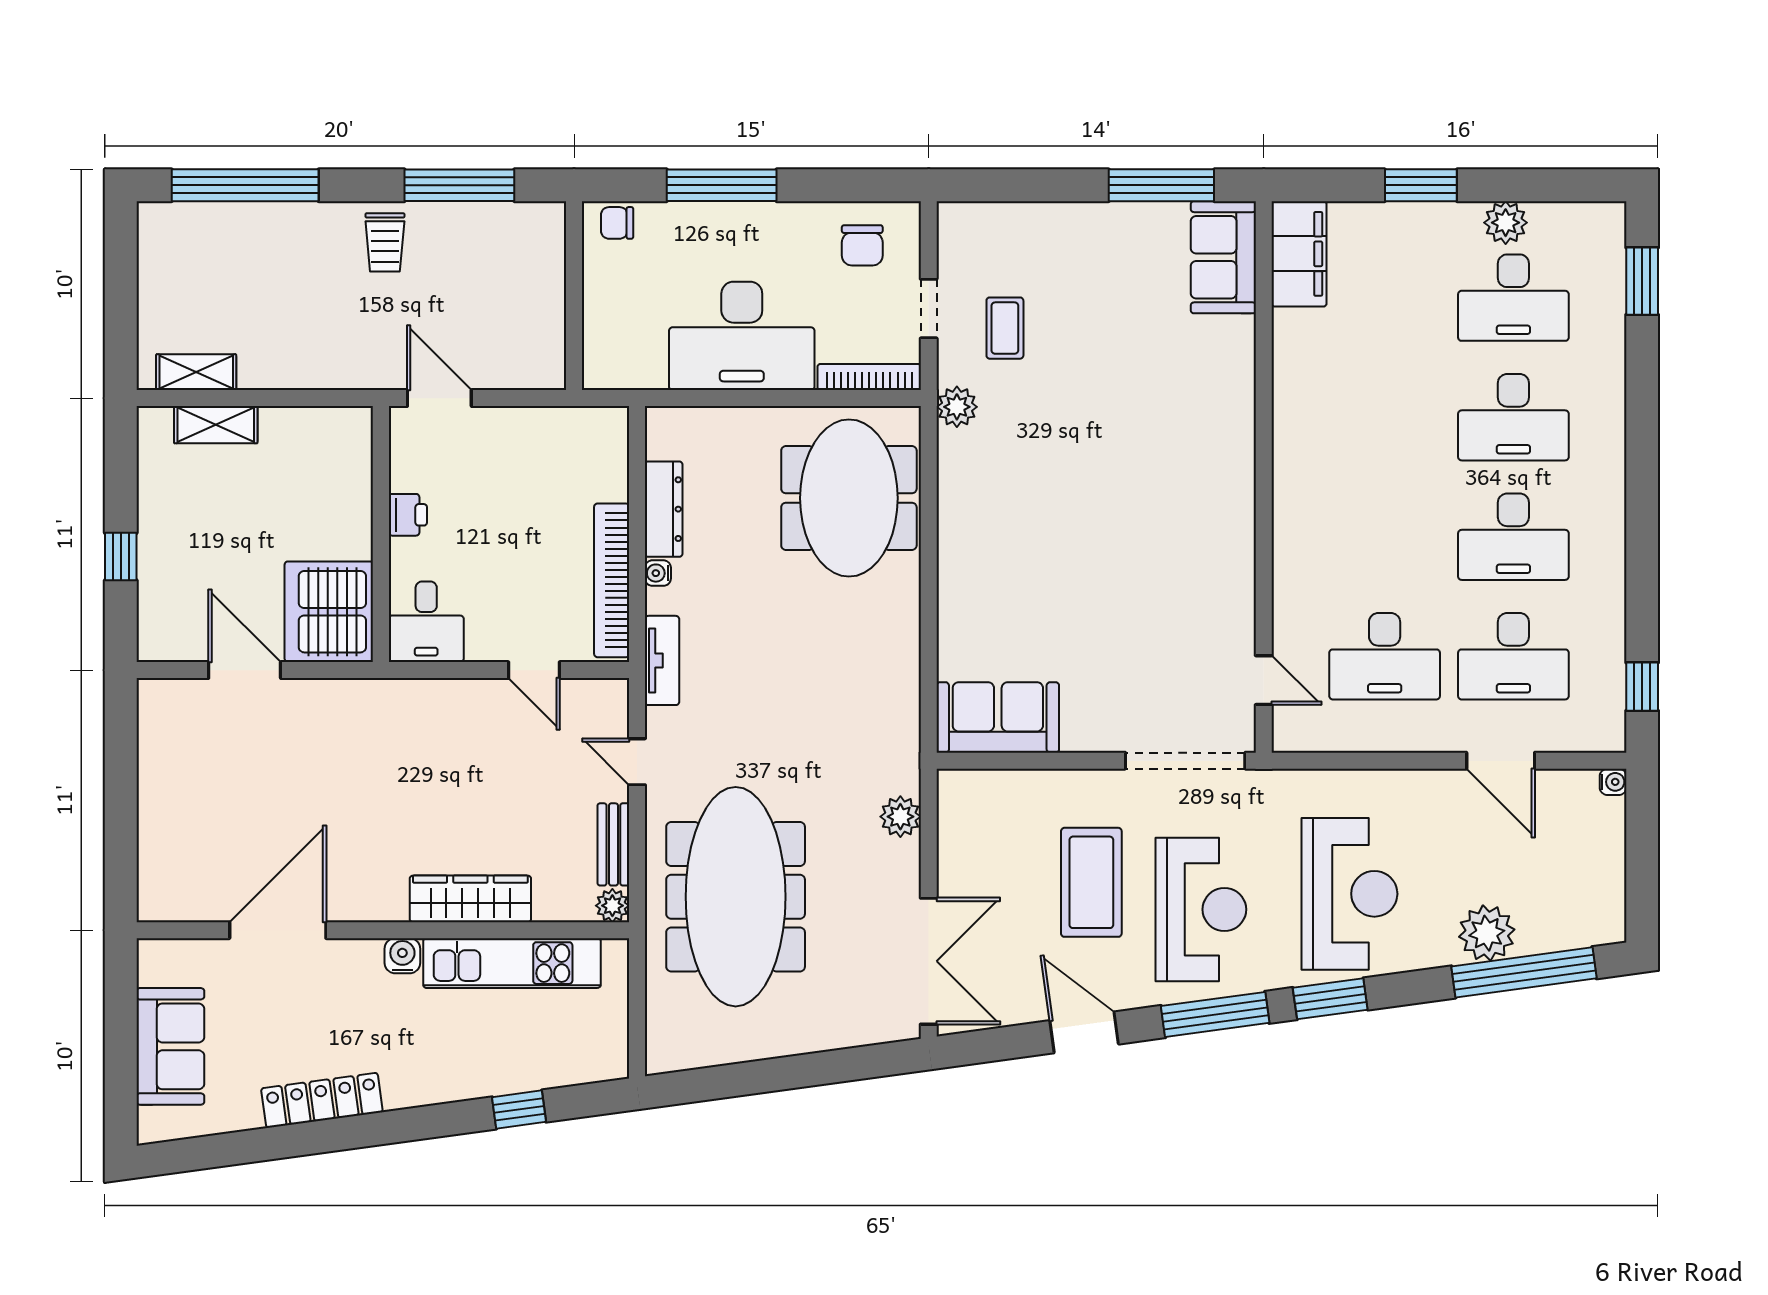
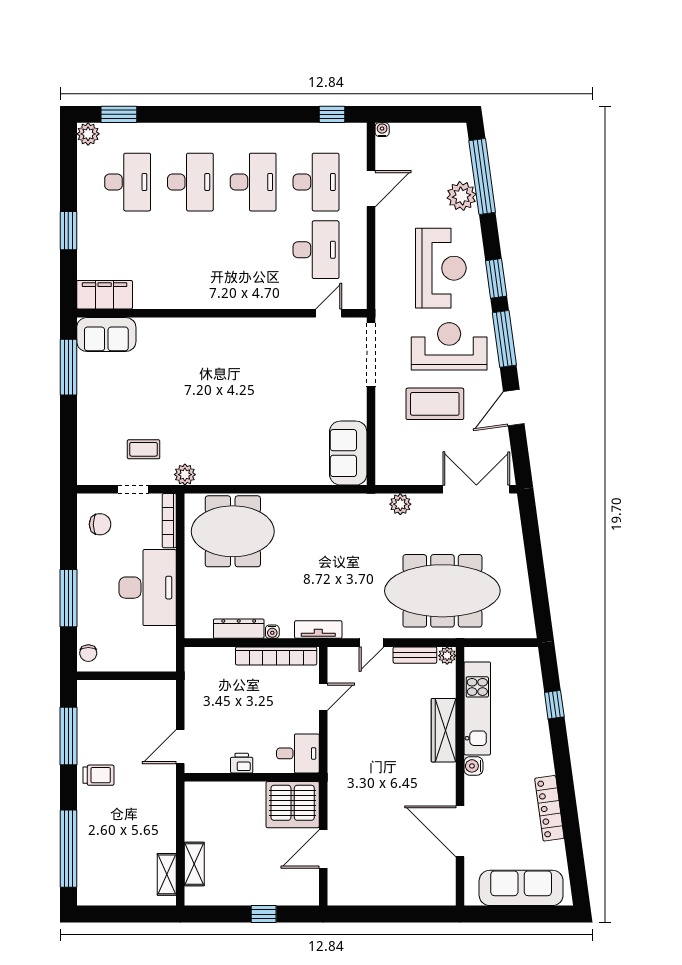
plant: (1506, 223) -> (88, 134), moved
reception desk: (1349, 894) -> (441, 268), turned 90
sofa: (170, 1046) -> (521, 888), width x1.36

